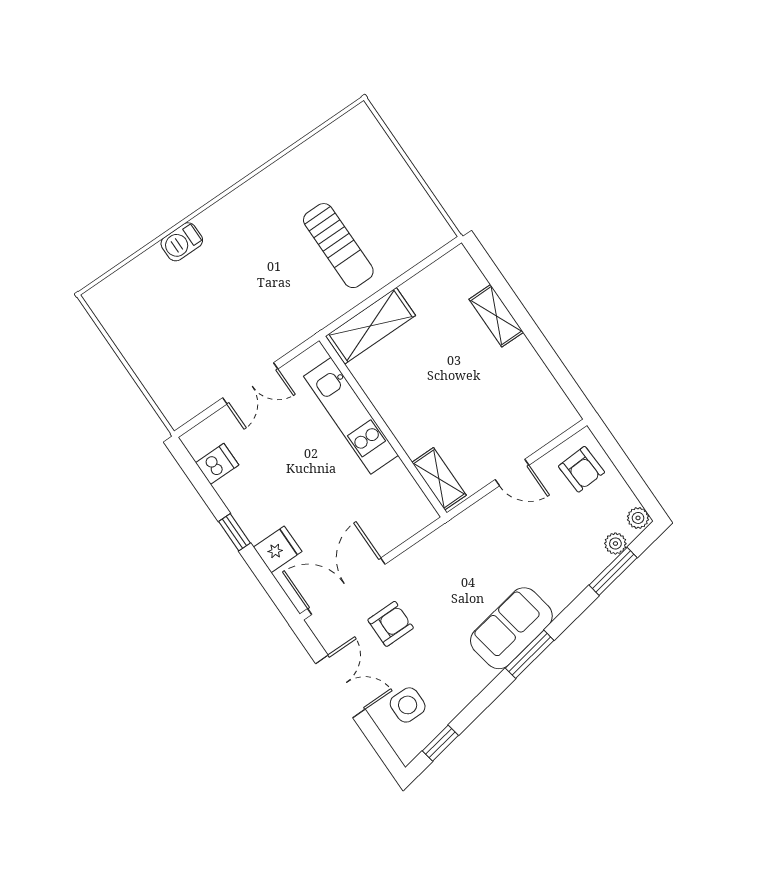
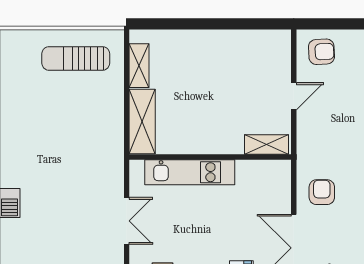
sun lounger: (338, 246) -> (76, 58), moved, turned 180
shelving: (496, 316) -> (139, 66), moved, turned 90
armchair: (391, 624) -> (322, 192), moved

